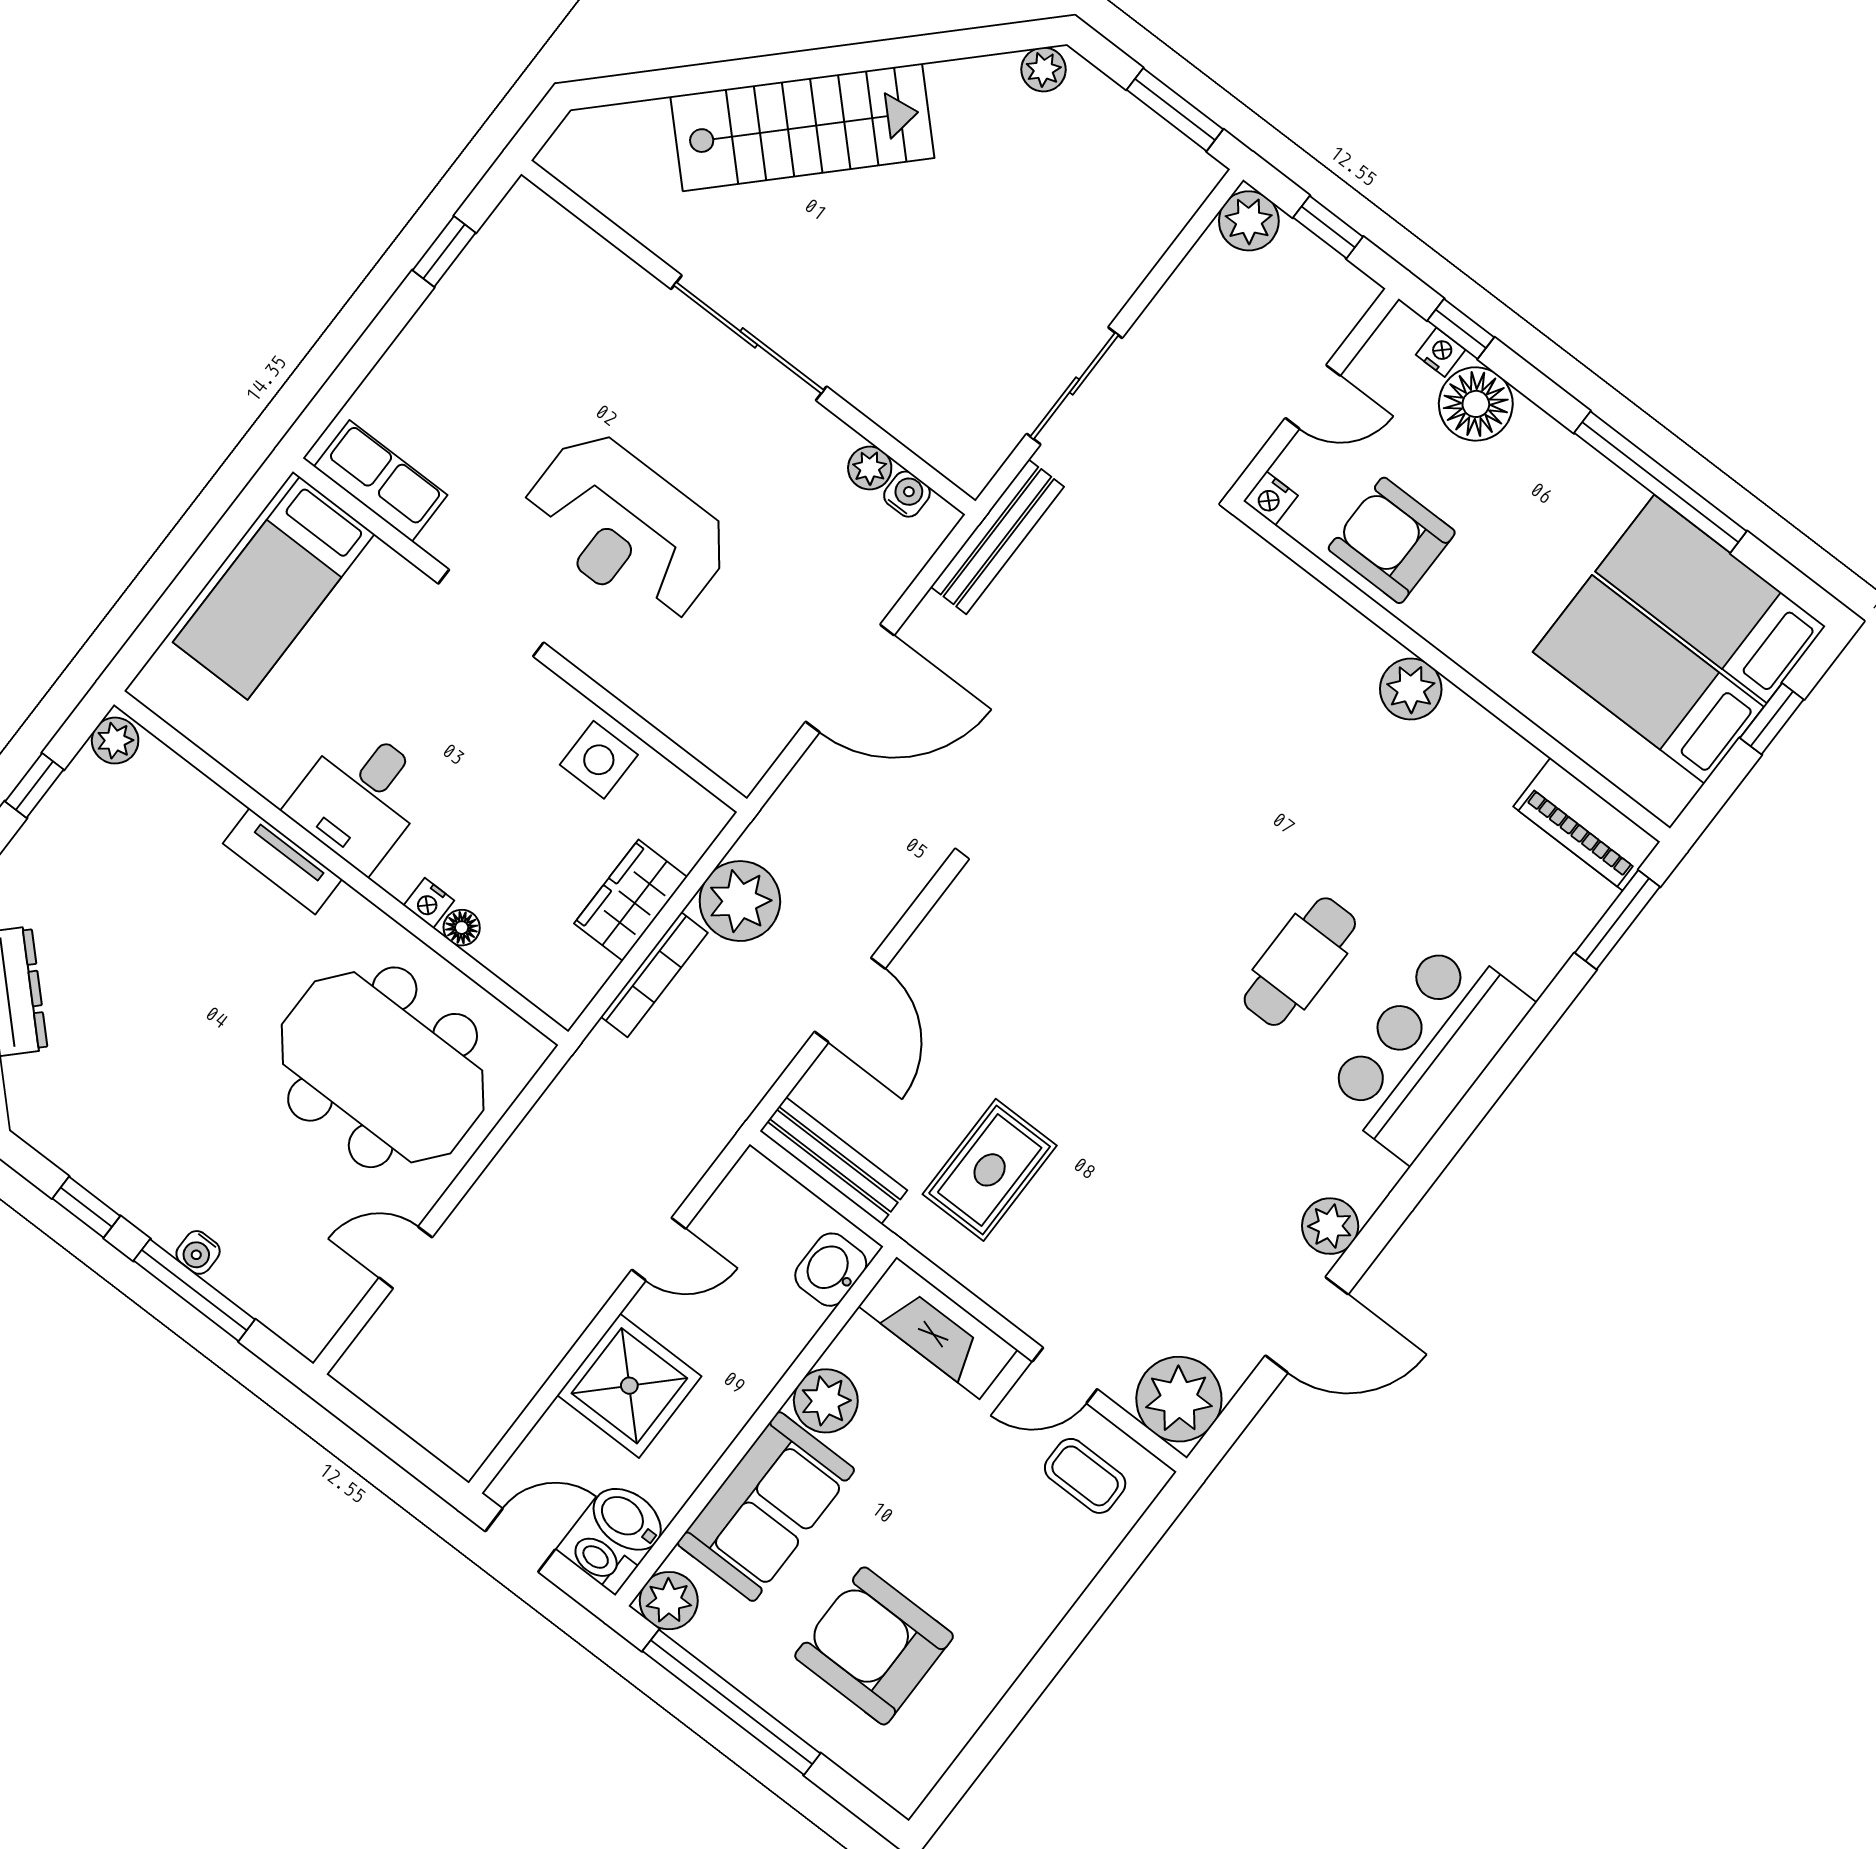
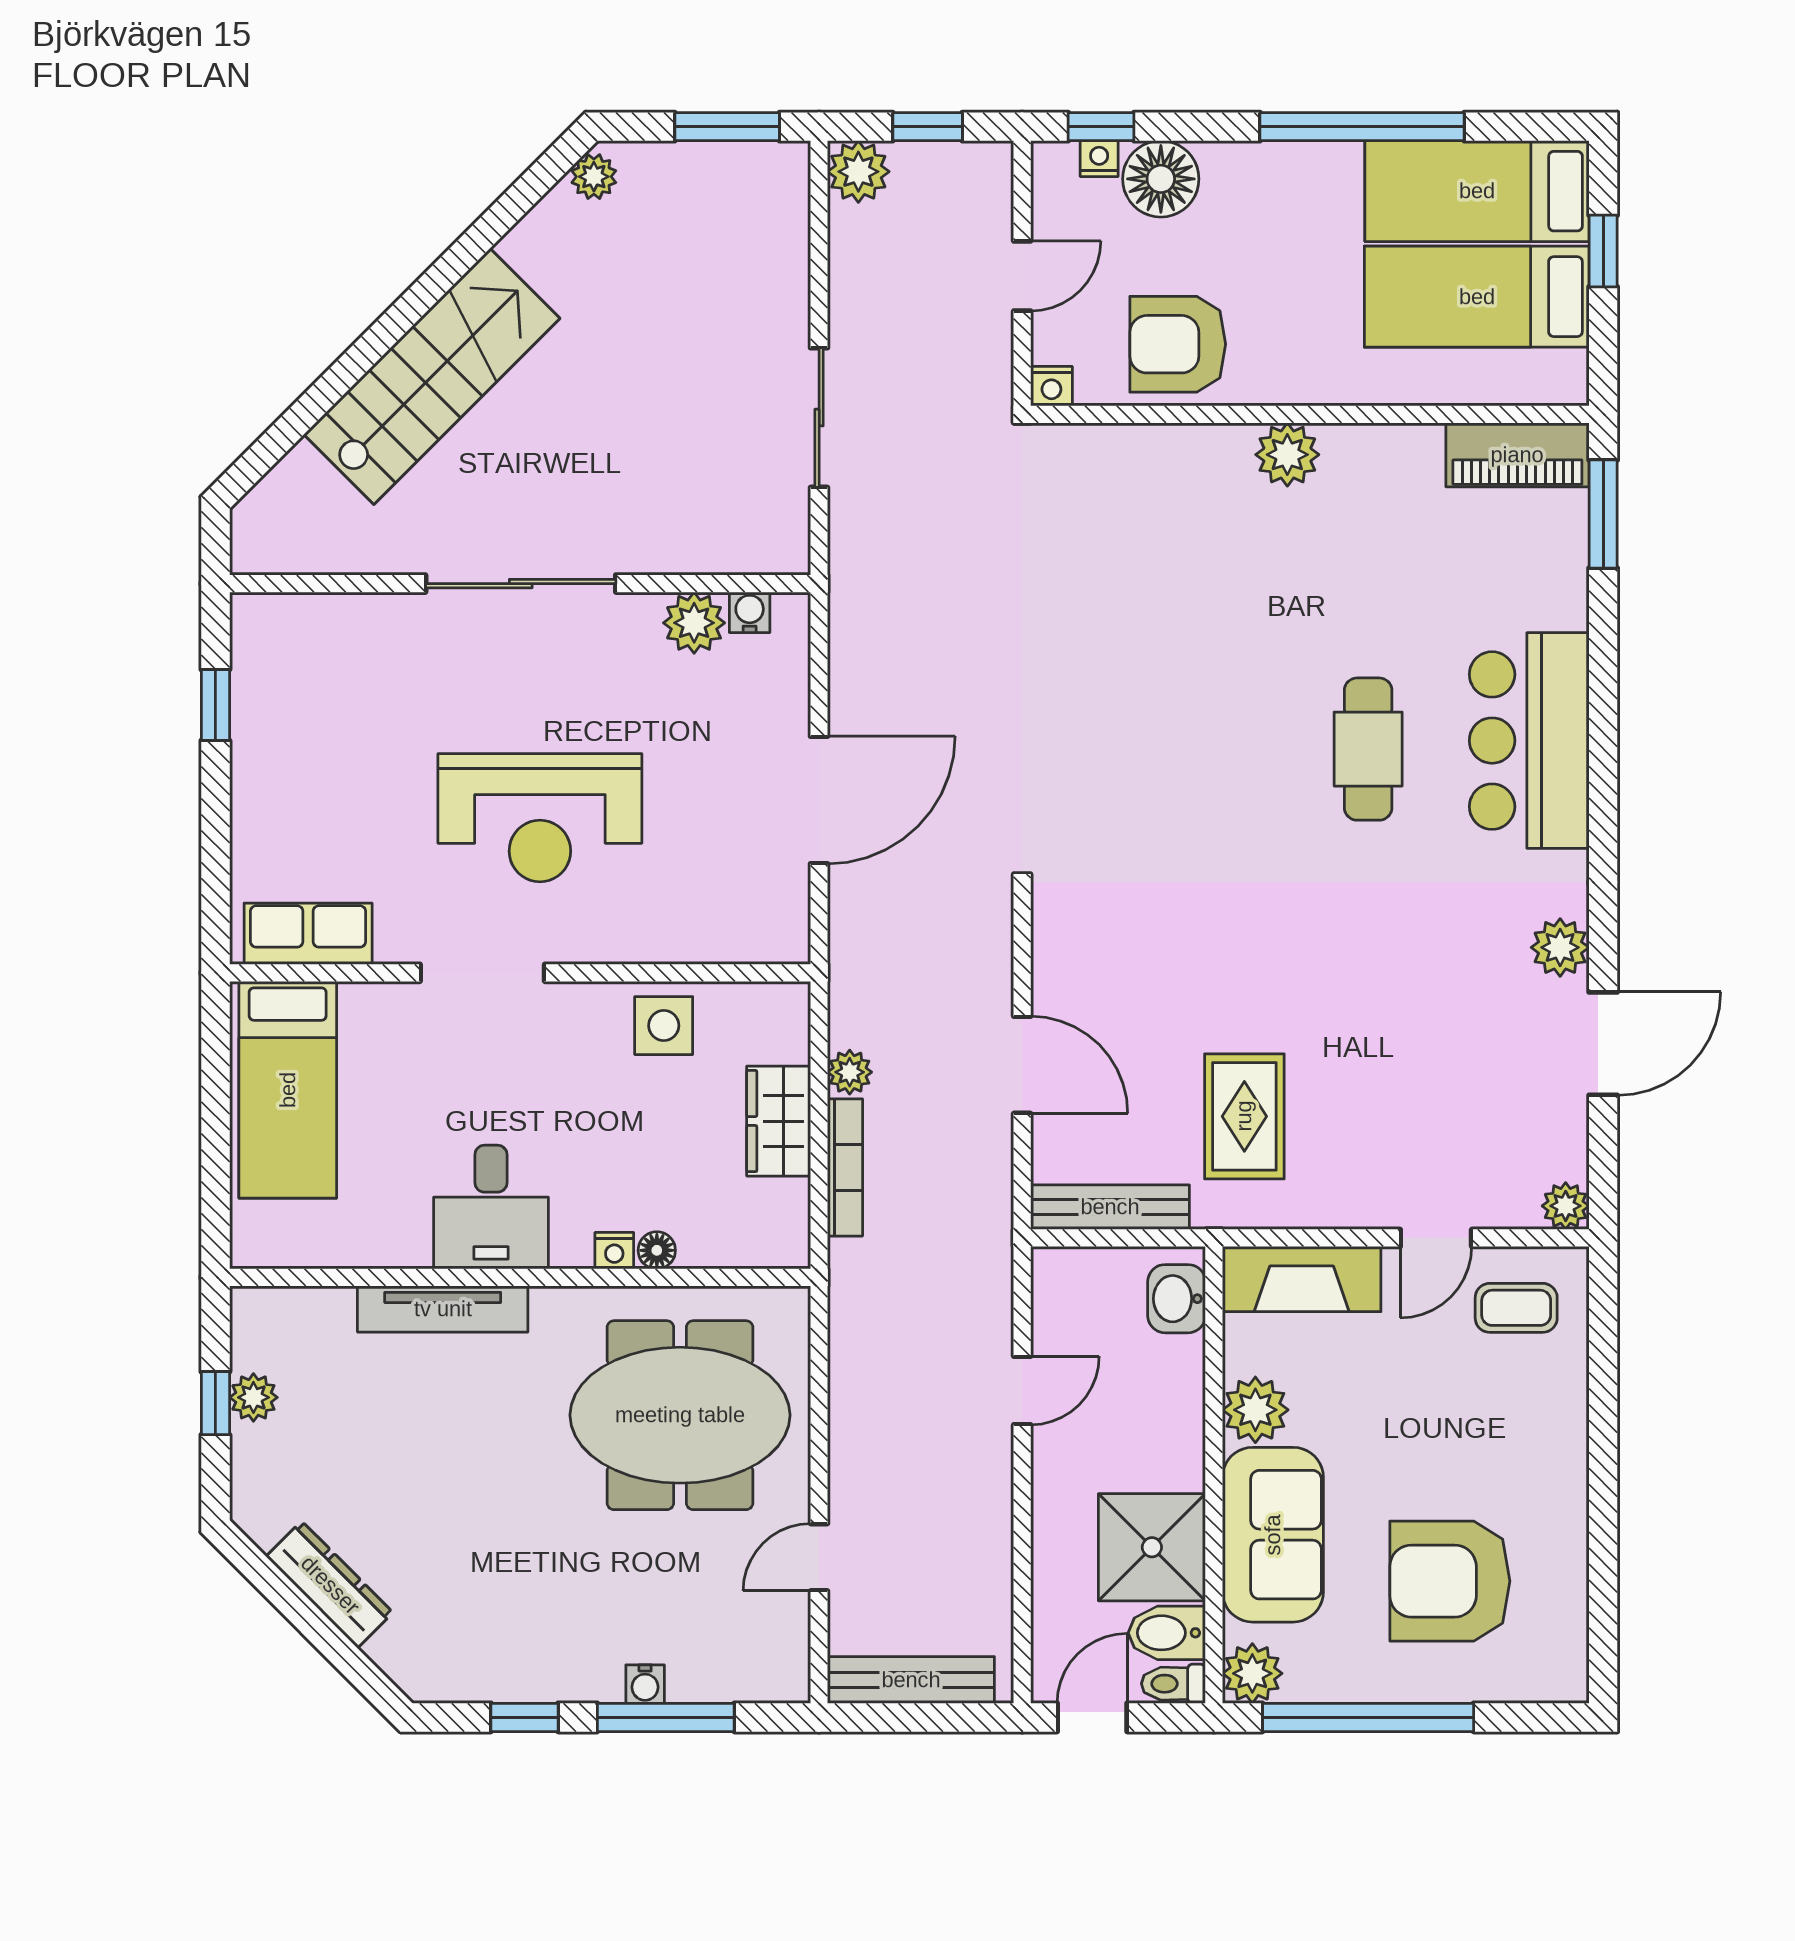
plant: (870, 468) -> (694, 623), width x1.38, depth x1.38
bench: (997, 537) -> (911, 1680), moved, turned 90
plant: (115, 741) -> (253, 1397), moved
tv unit: (282, 861) -> (443, 1309), width x1.41
plant: (740, 901) -> (850, 1072), width x0.53, depth x0.53
shower: (629, 1386) -> (1152, 1547), moved
plant: (1179, 1399) -> (1566, 1206), width x0.53, depth x0.53

